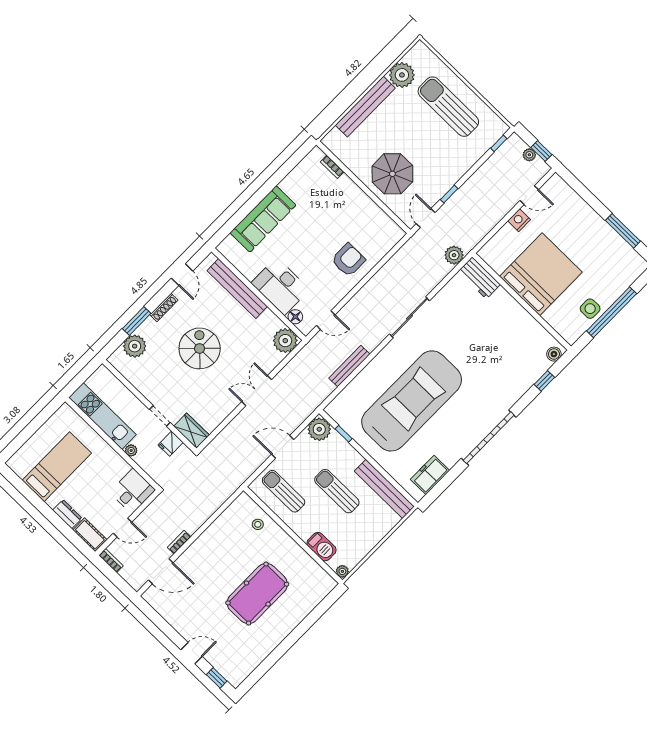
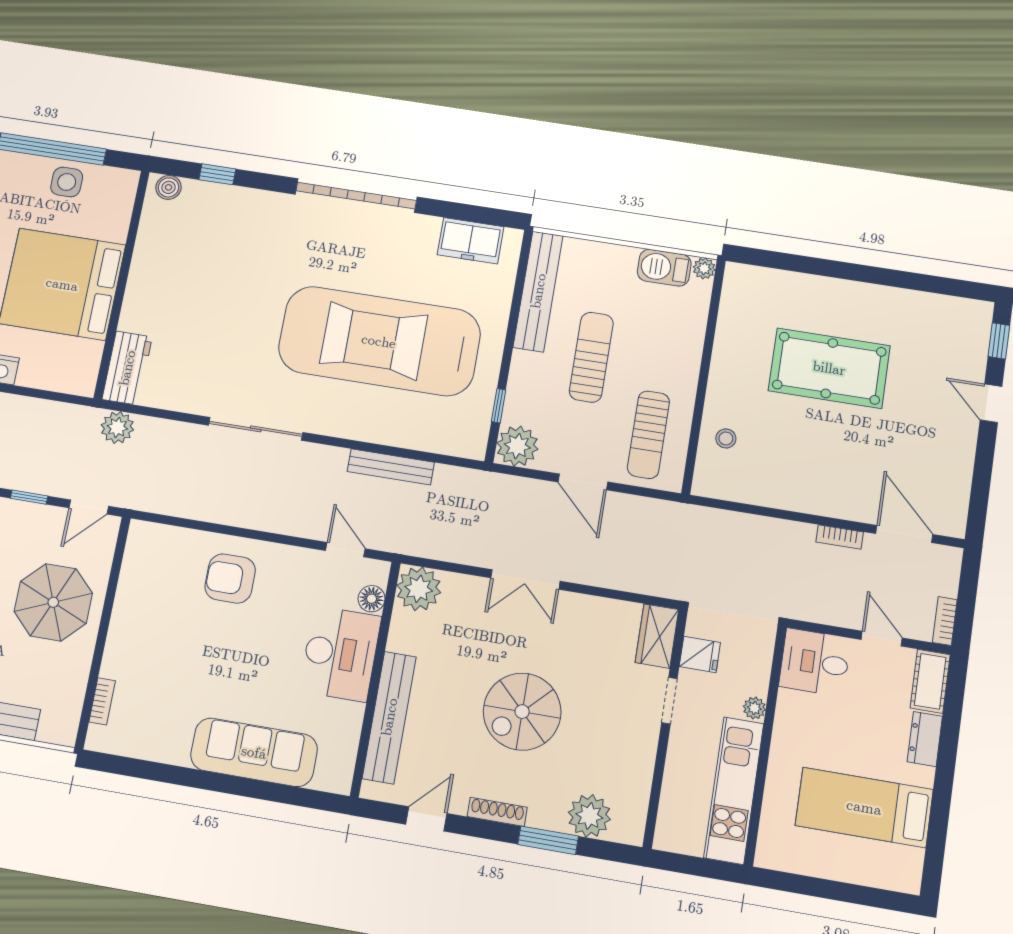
sun lounger: (337, 491) -> (591, 357), turned 180
barbecue: (322, 547) -> (664, 268), moved, turned -90

